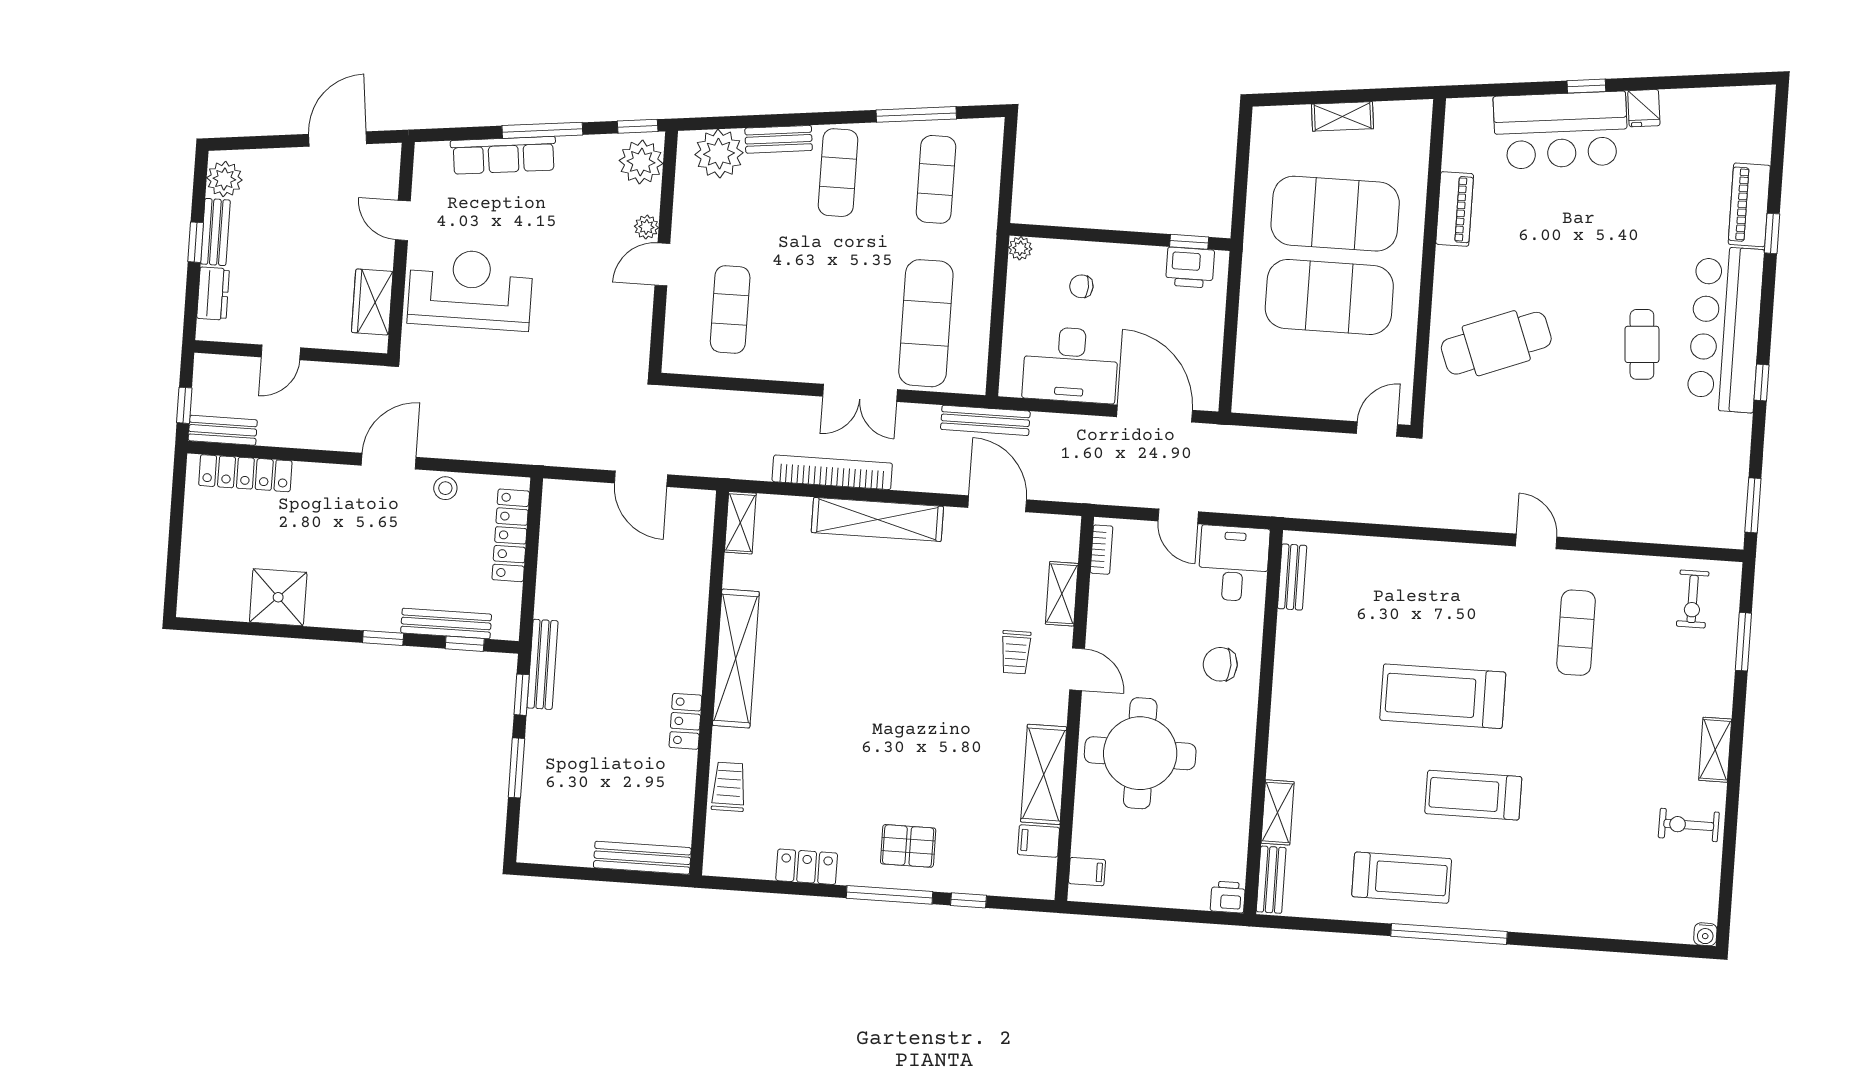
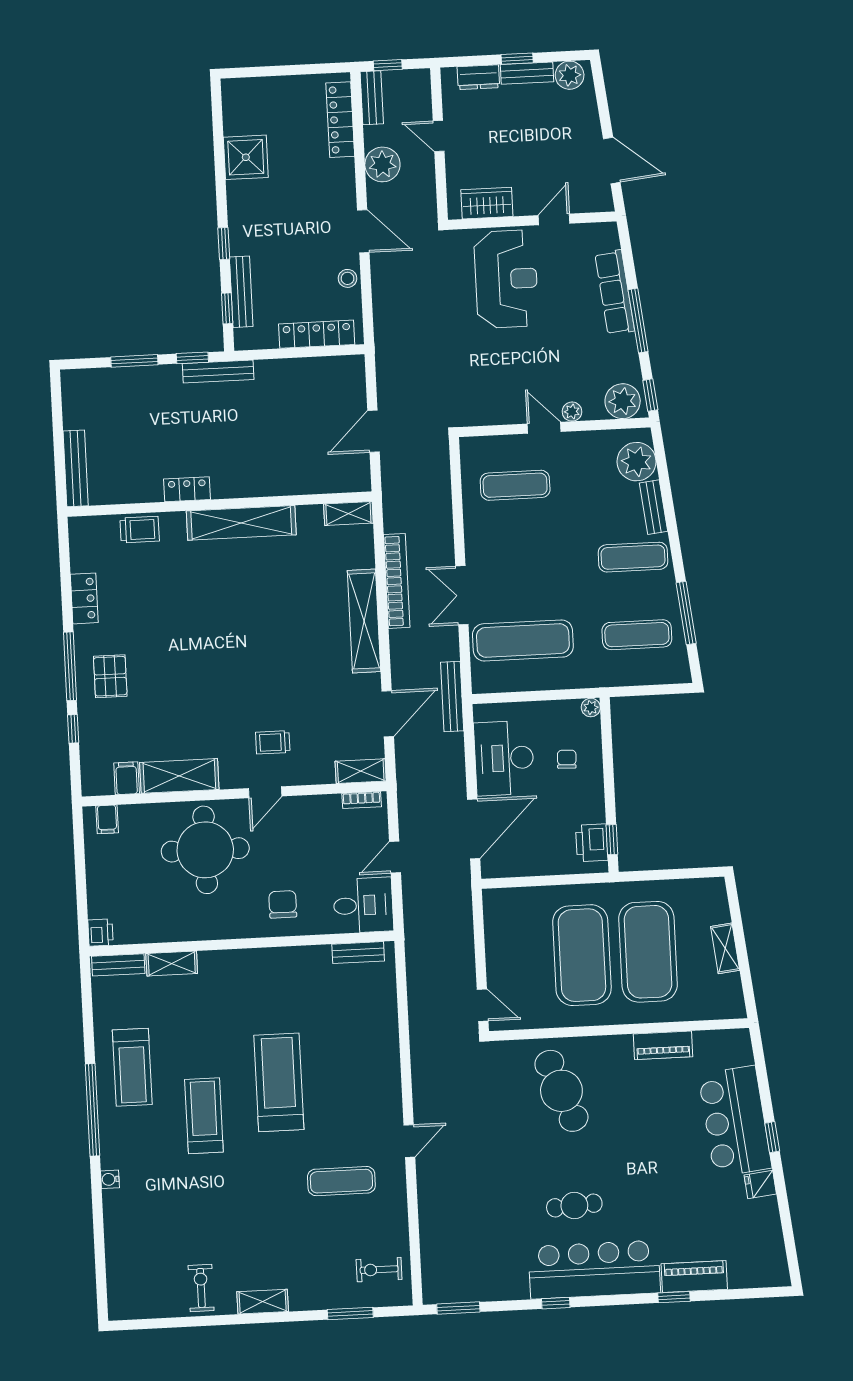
plant: (308, 427) -> (382, 164), added
shelving: (1062, 594) -> (361, 771), moved
water cooler: (1705, 934) -> (110, 1179), moved

